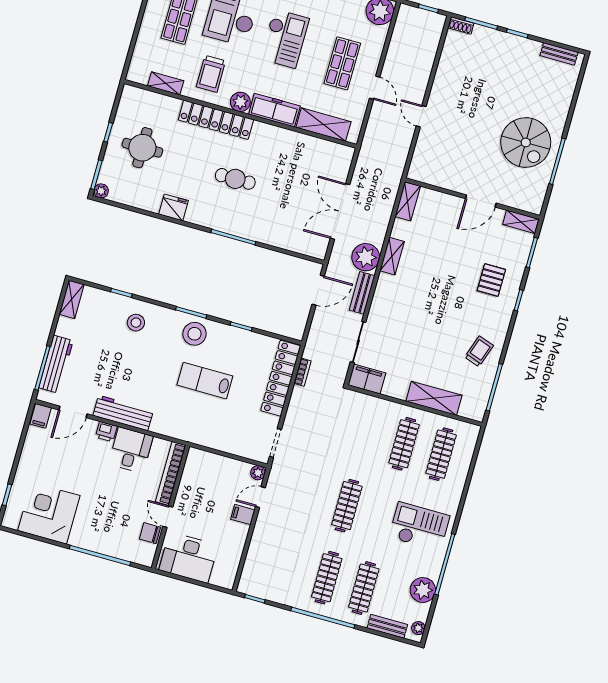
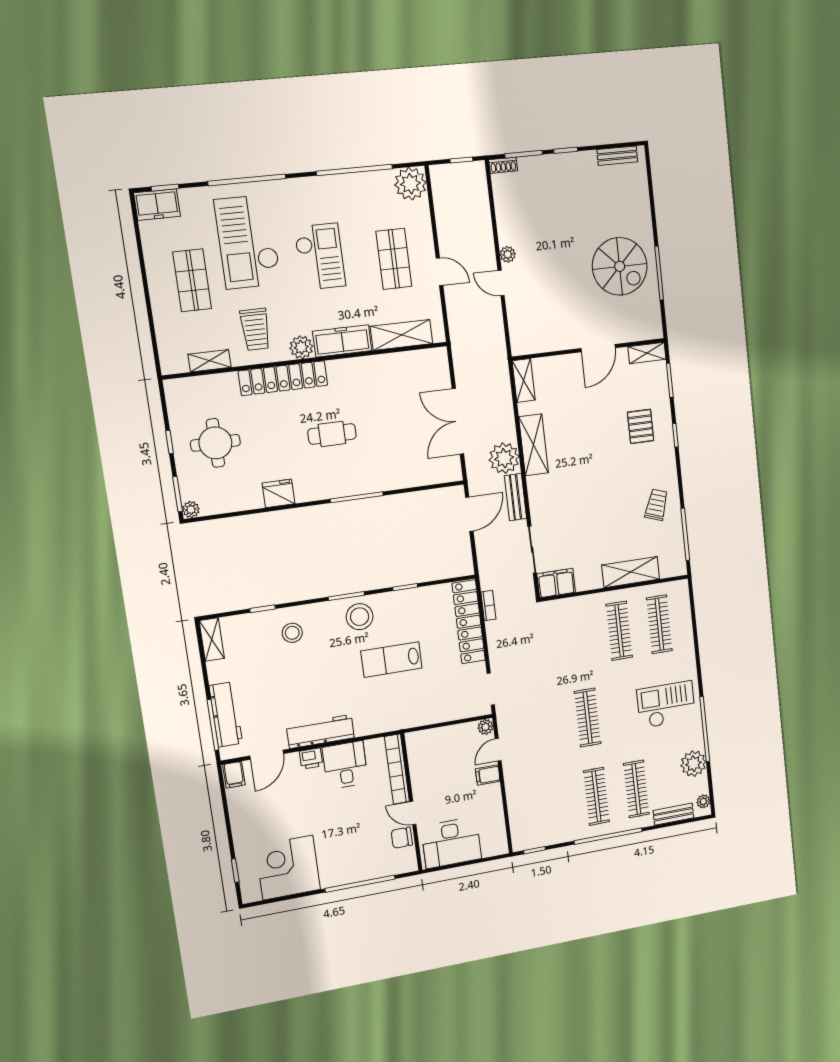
plant: (436, 96) -> (508, 254), added
shelving: (392, 256) -> (534, 445), width x1.50, depth x1.33

